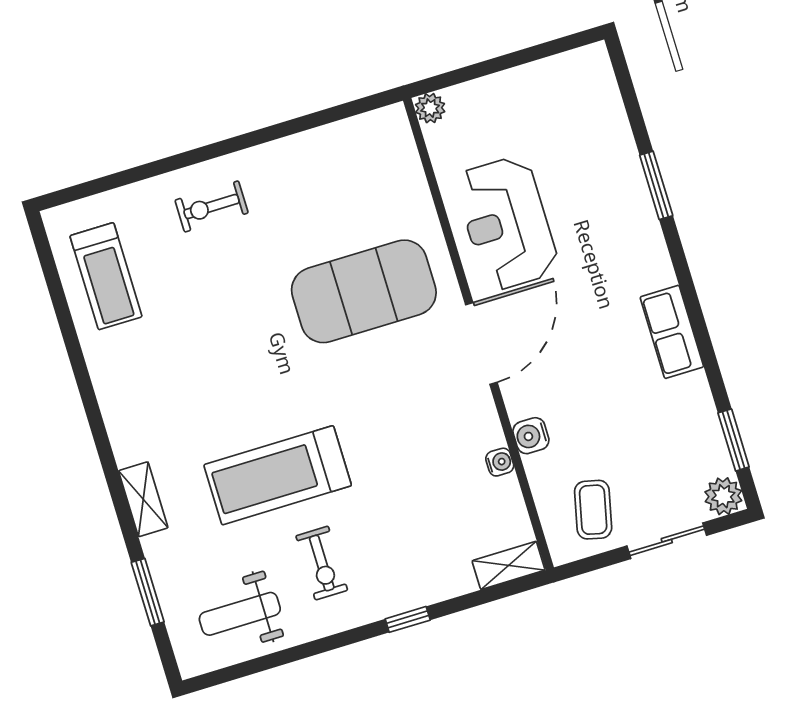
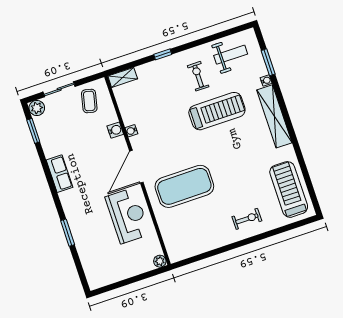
treadmill: (106, 276) -> (289, 189), width x1.37, depth x1.38
water cooler: (500, 462) -> (131, 131), moved
shelving: (143, 499) -> (274, 116), width x2.20, depth x1.33
water cooler: (154, 547) -> (266, 80), added

